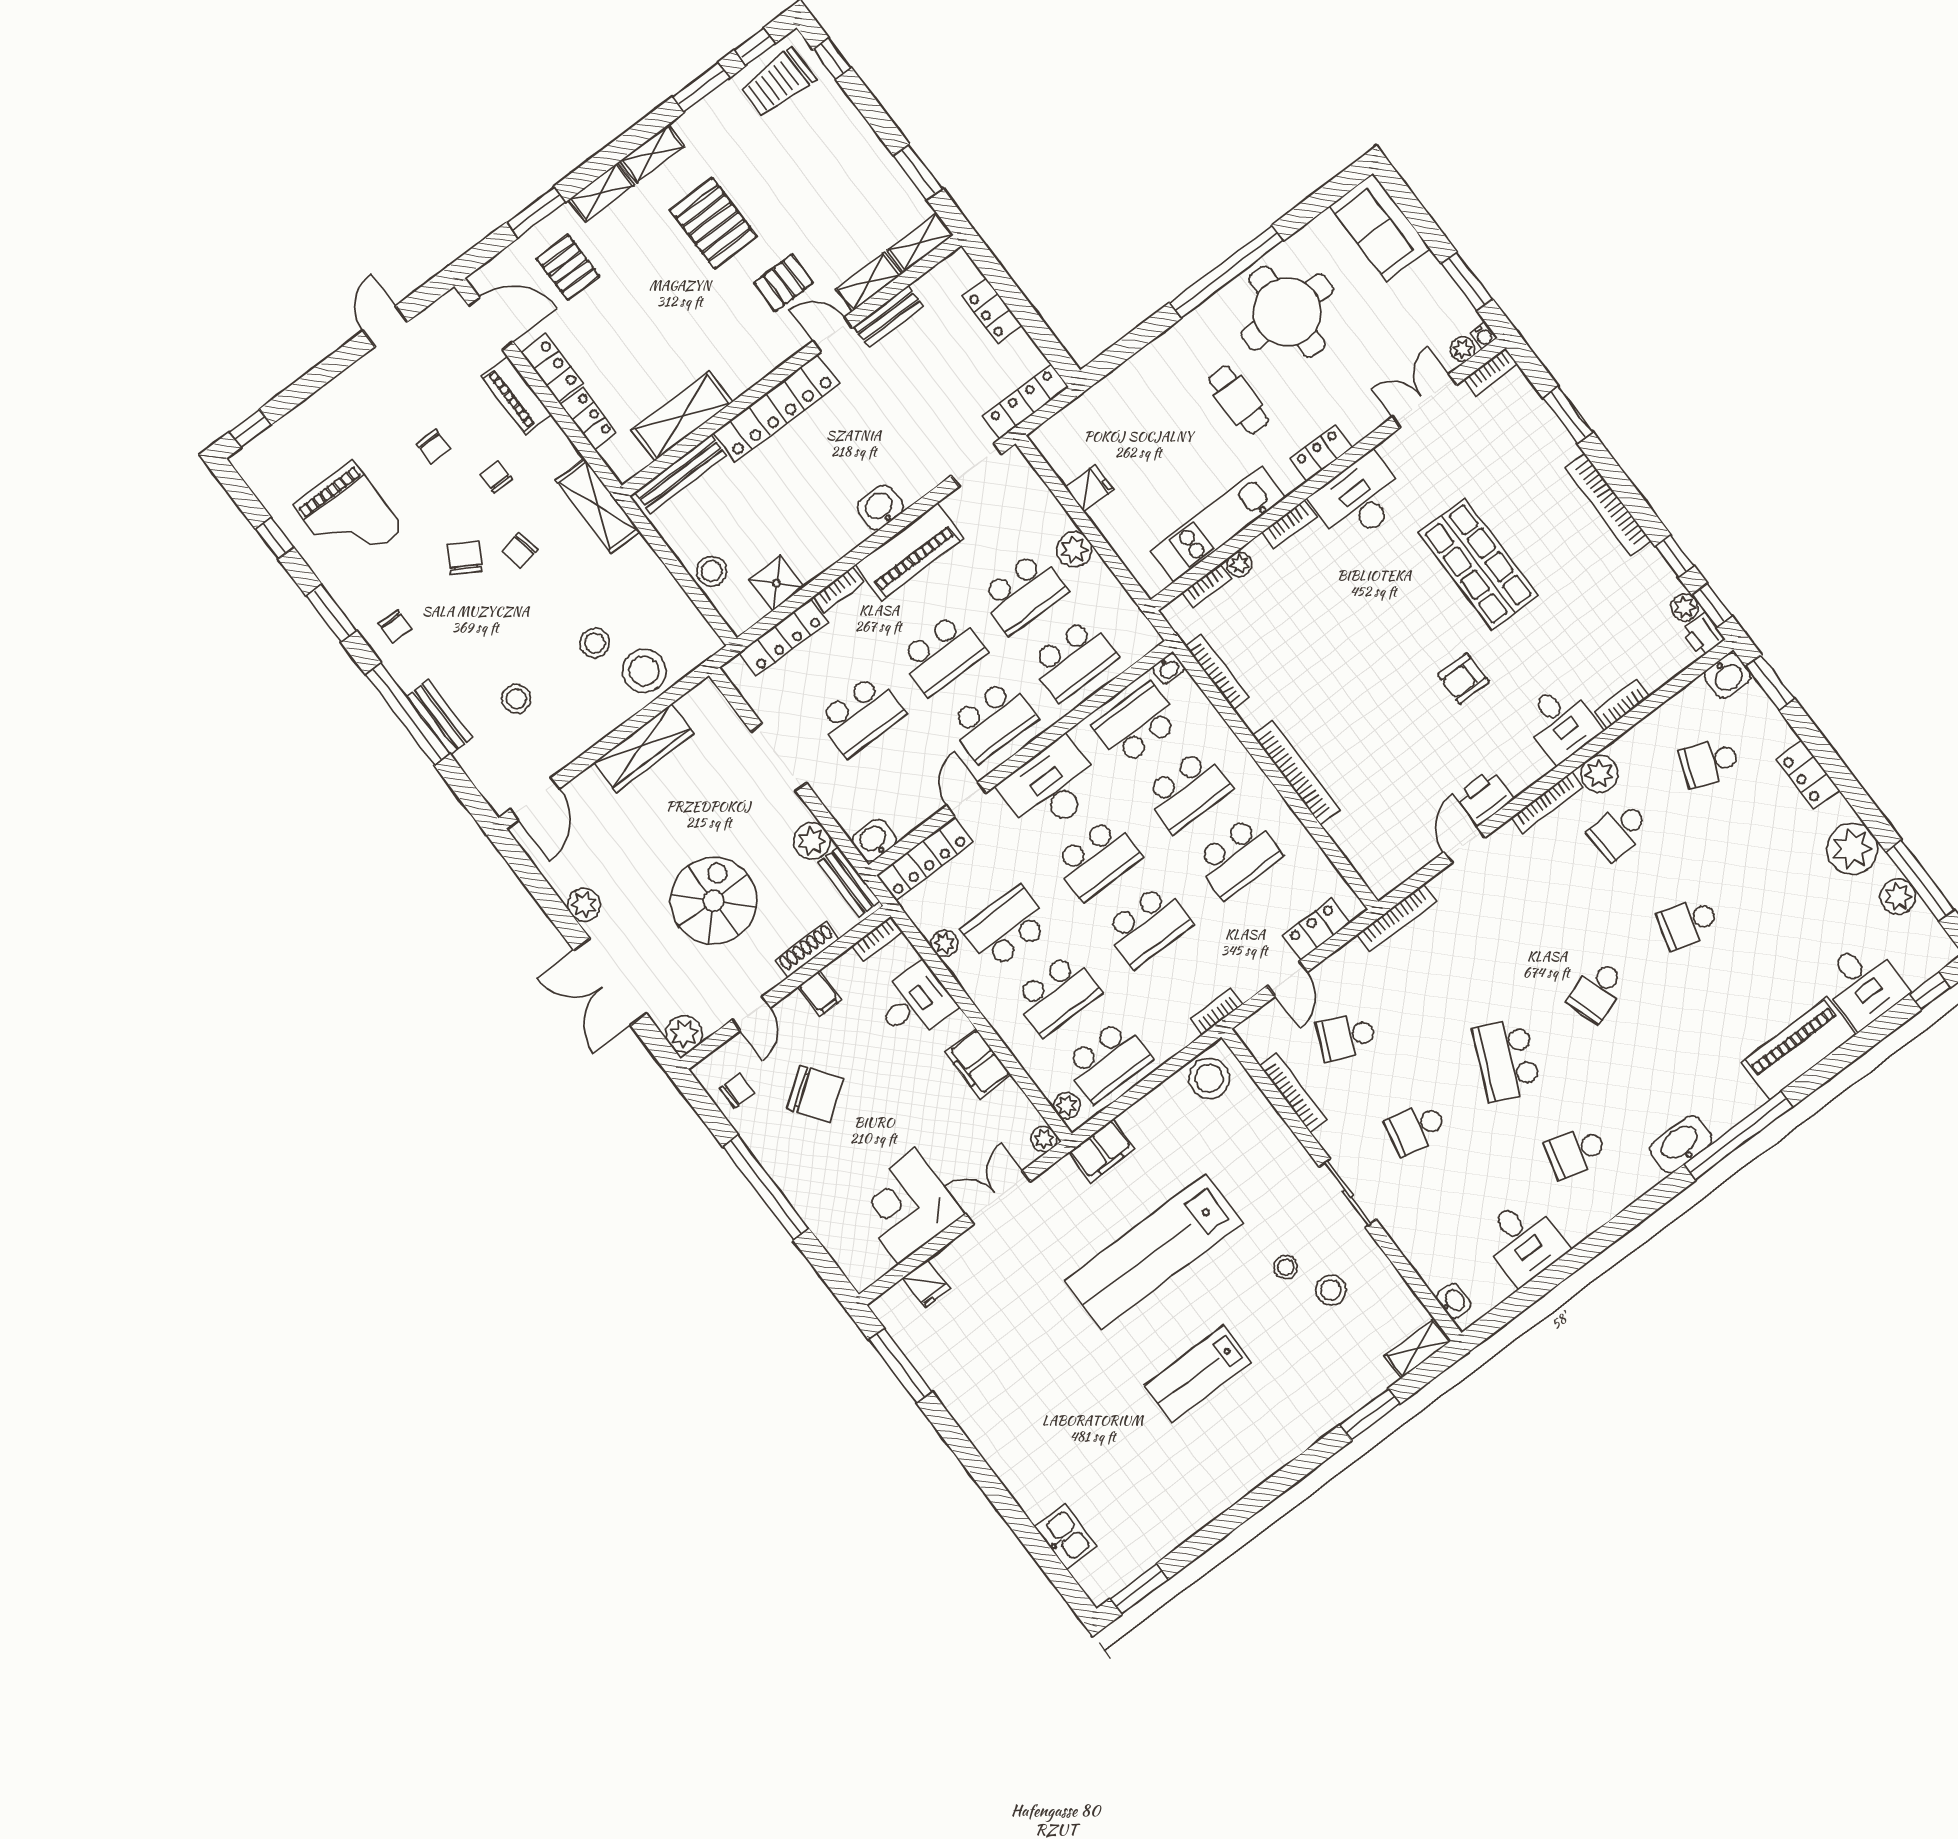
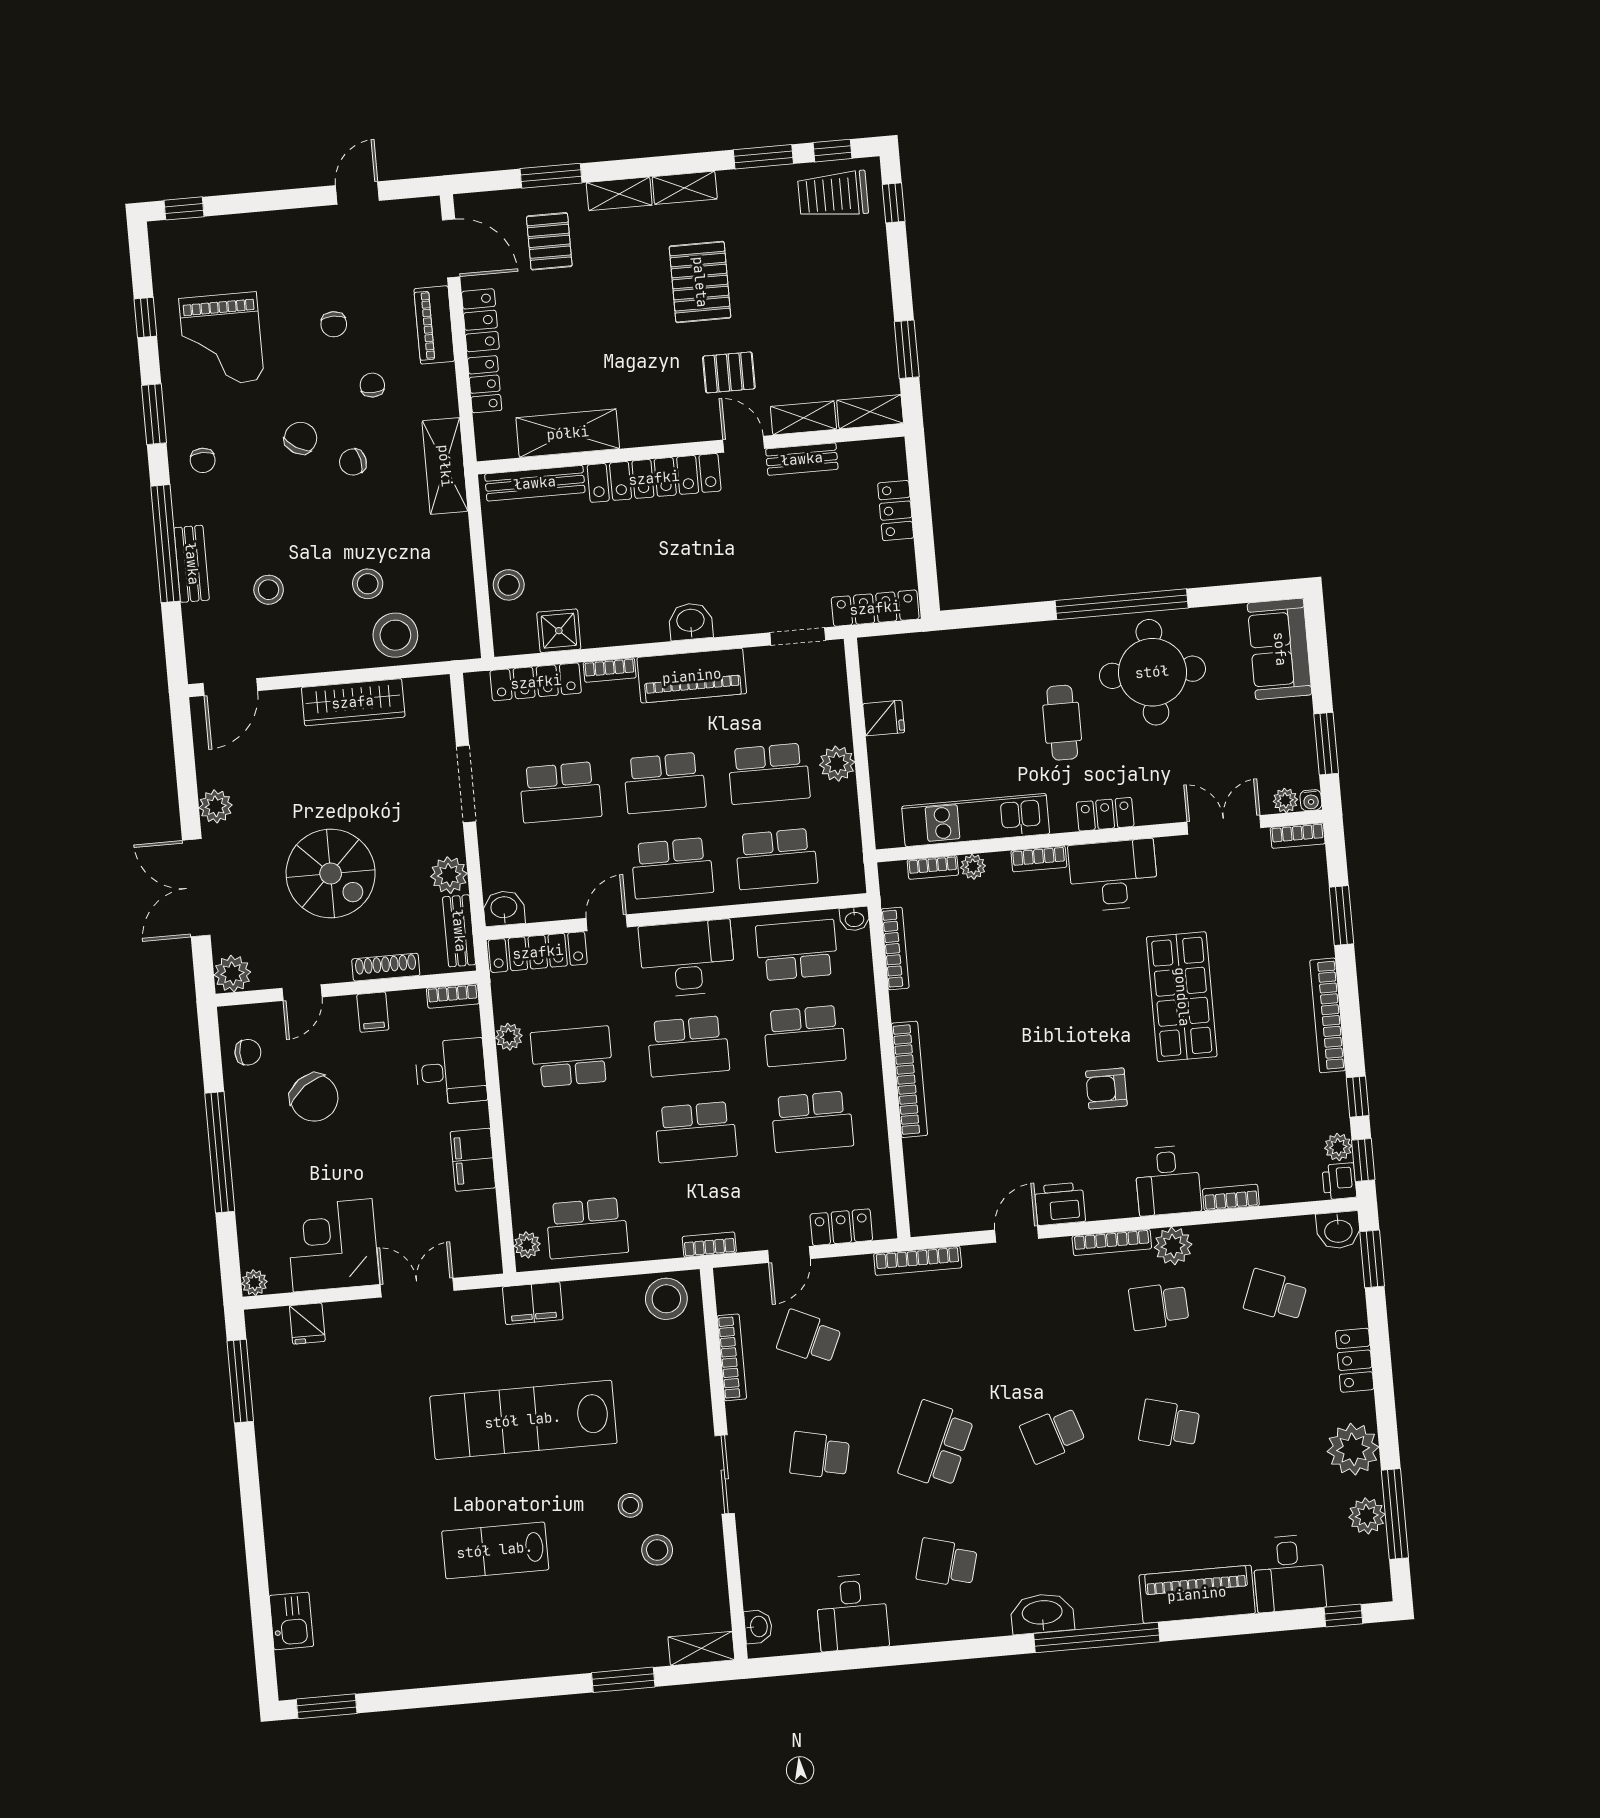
spiral stairs: (713, 901) -> (331, 873), turned 90
school desk: (1057, 994) -> (579, 1142), removed
plant: (1044, 1139) -> (254, 1283), moved

